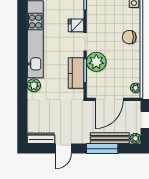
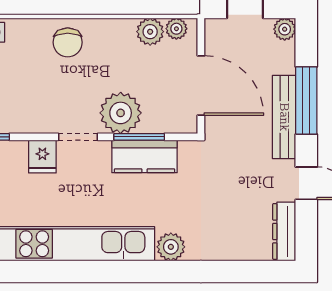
plant: (134, 76) -> (150, 32), added
bench: (110, 138) -> (284, 117), moved

